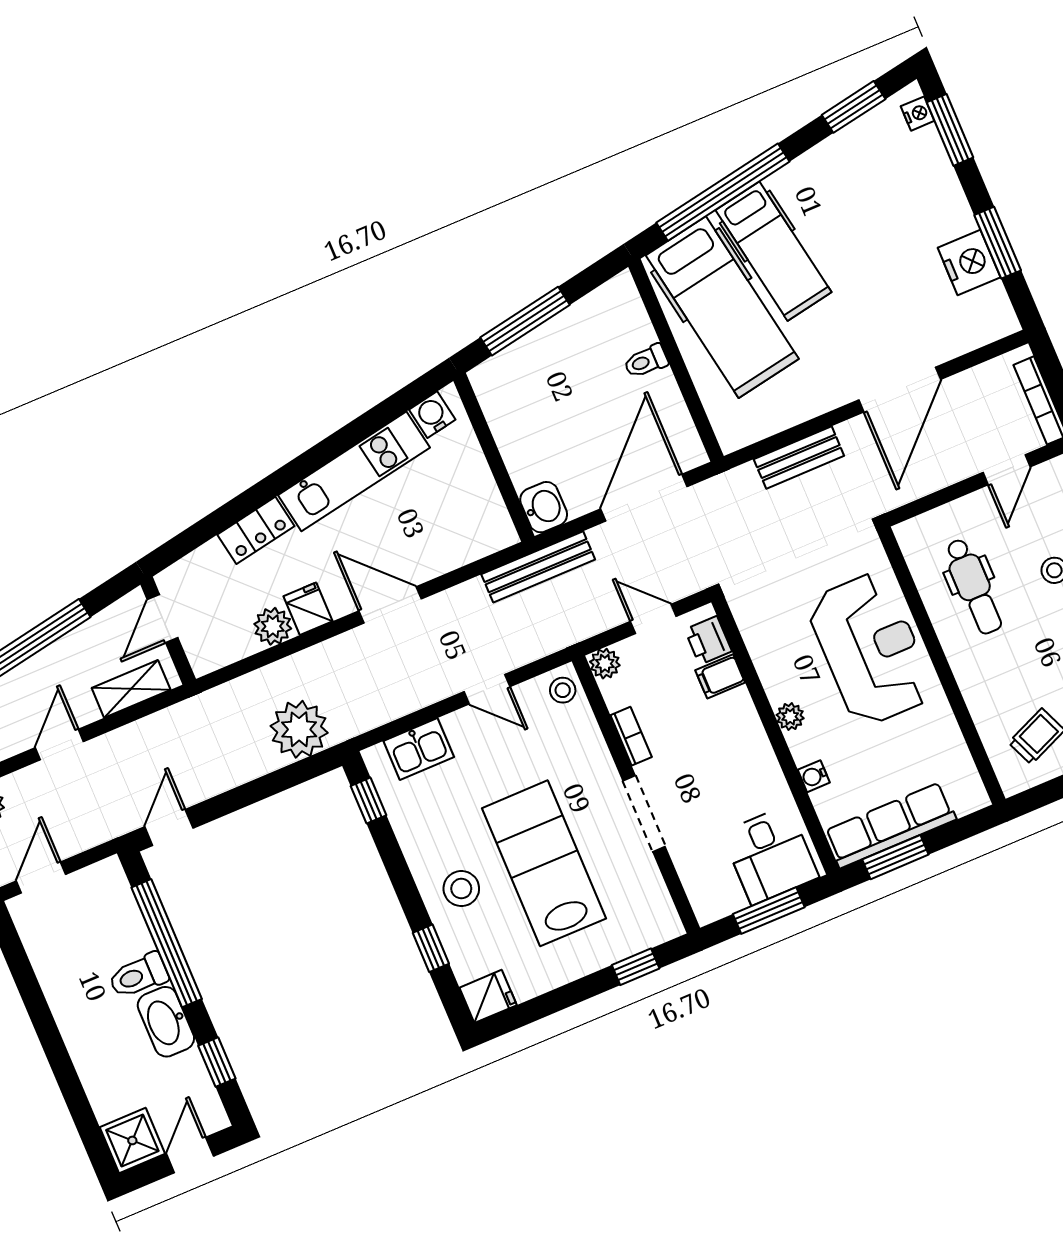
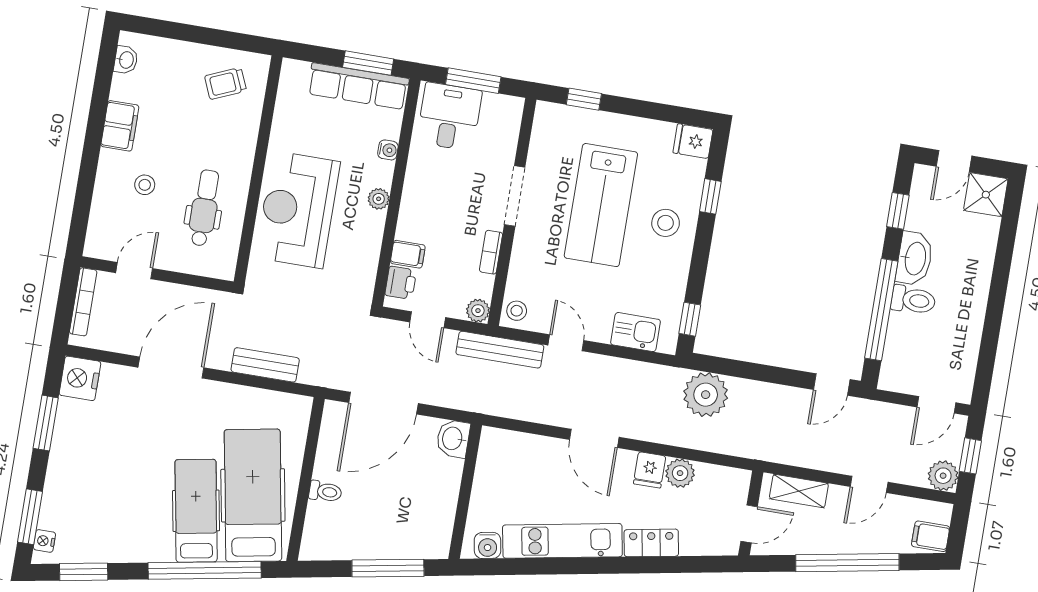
nightstand: (969, 262) -> (80, 378), moved
bench: (538, 567) -> (500, 350), moved

